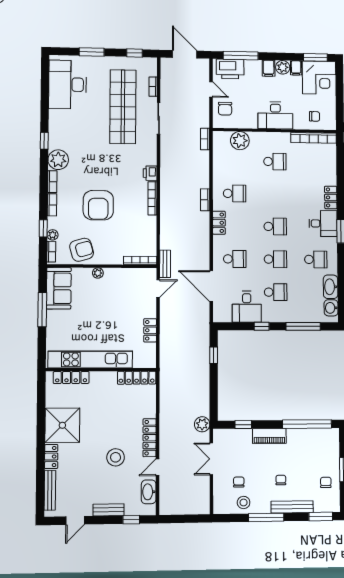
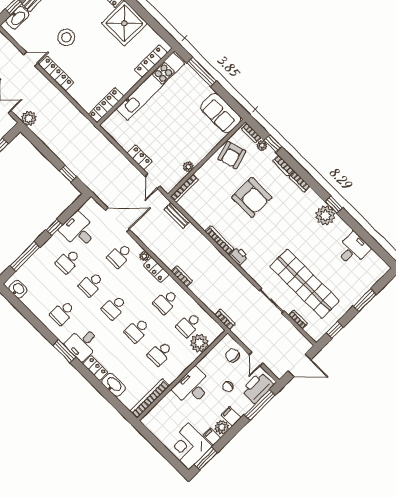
desk: (68, 85) -> (353, 249), width x0.53, depth x0.77
door: (211, 89) -> (256, 359), hinge flipped
chair: (315, 116) -> (228, 387), moved
plant: (58, 160) -> (325, 216), moved
school desk: (235, 161) -> (189, 325), added
school desk: (275, 194) -> (137, 330), added
armchair: (98, 205) -> (252, 197), turned 180
plant: (218, 241) -> (144, 256), added
bench: (165, 264) -> (177, 215), moved
plant: (98, 273) -> (188, 167), moved
washbasin: (331, 287) -> (114, 385), moved
window: (42, 310) -> (202, 72), moved
locker: (150, 330) -> (140, 157), moved
door: (158, 467) -> (31, 59), hinge flipped
washbasin: (149, 492) -> (18, 18), moved, turned 90

